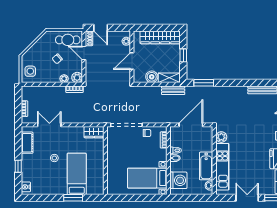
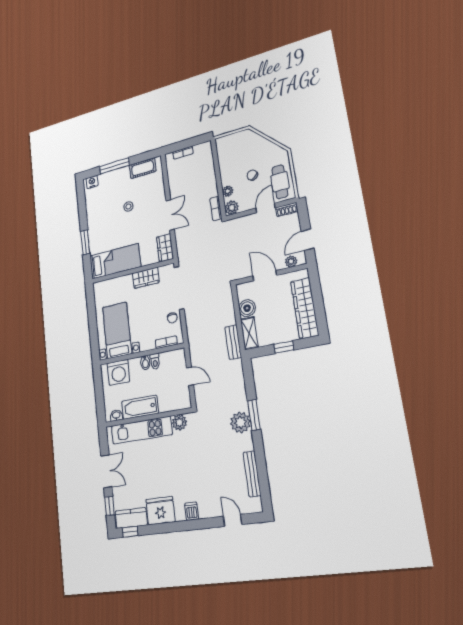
door: (101, 28) -> (308, 240), moved
side table: (30, 71) -> (231, 146), removed
window: (204, 83) -> (254, 415), moved
plant: (228, 93) -> (240, 422), added
double door: (49, 125) -> (170, 215), moved
door: (191, 125) -> (190, 376), width x0.53
wardrobe: (113, 150) -> (146, 278), added
window: (18, 166) -> (114, 166), width x2.17
bed: (77, 174) -> (115, 261), moved

